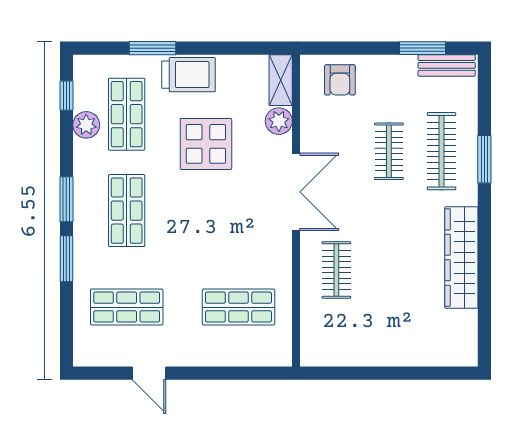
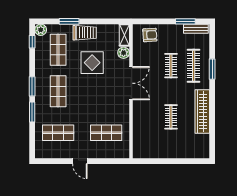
armchair: (340, 80) -> (150, 35), turned -94
plant: (86, 125) -> (41, 30), moved
clothes rail: (336, 270) -> (171, 117), moved
door: (149, 373) -> (80, 161), moved

